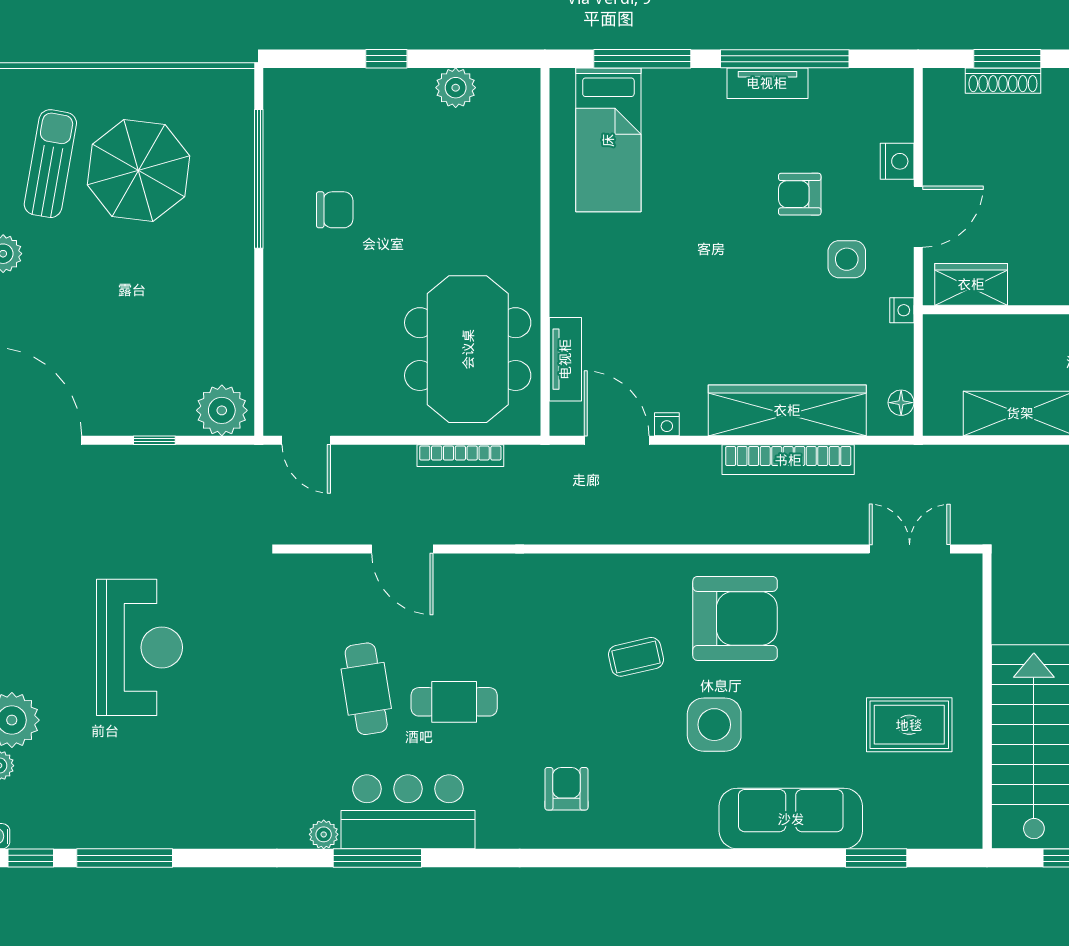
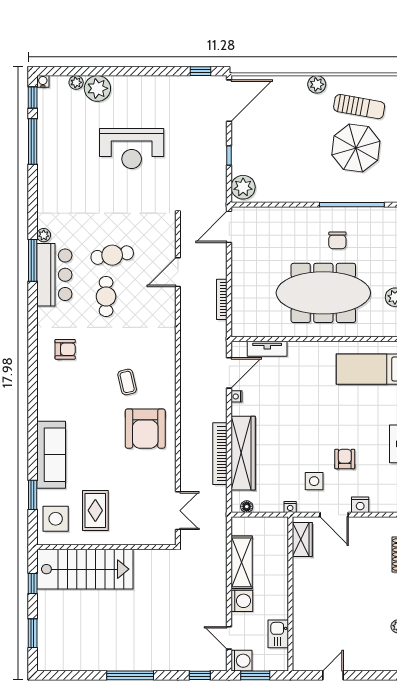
meeting table: (468, 349) -> (323, 293), moved, width x1.36
door: (306, 440) -> (229, 227), width x1.38
side table: (714, 725) -> (56, 519), moved

